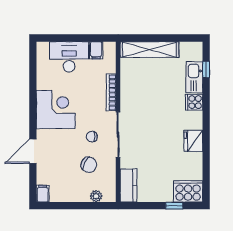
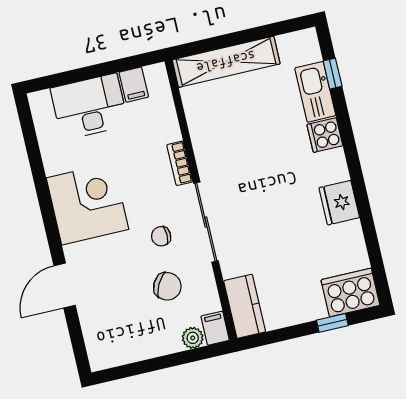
bookcase: (111, 92) -> (180, 163), width x0.64
filing cabinet: (43, 194) -> (215, 328), moved

